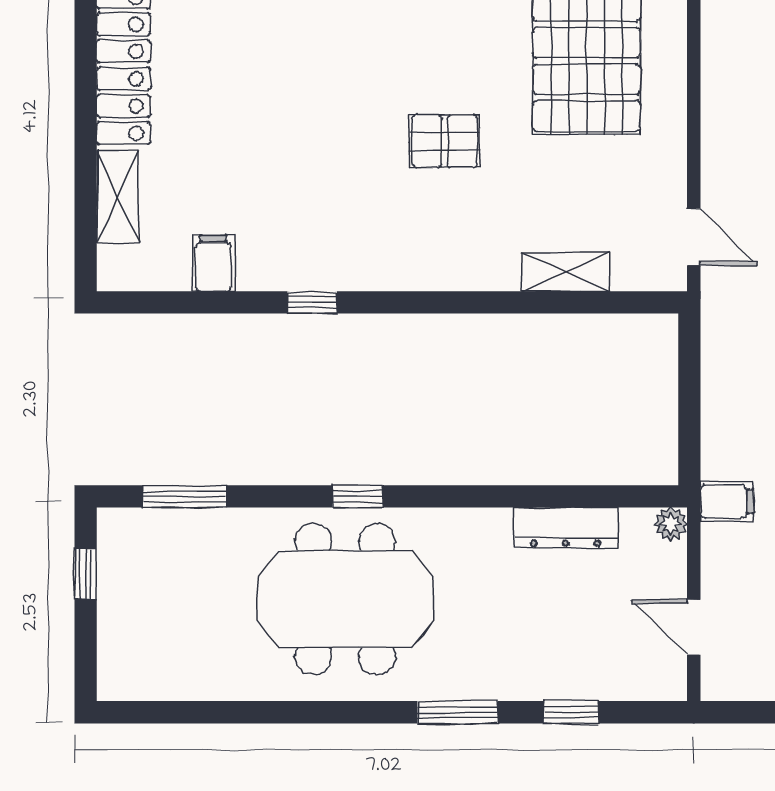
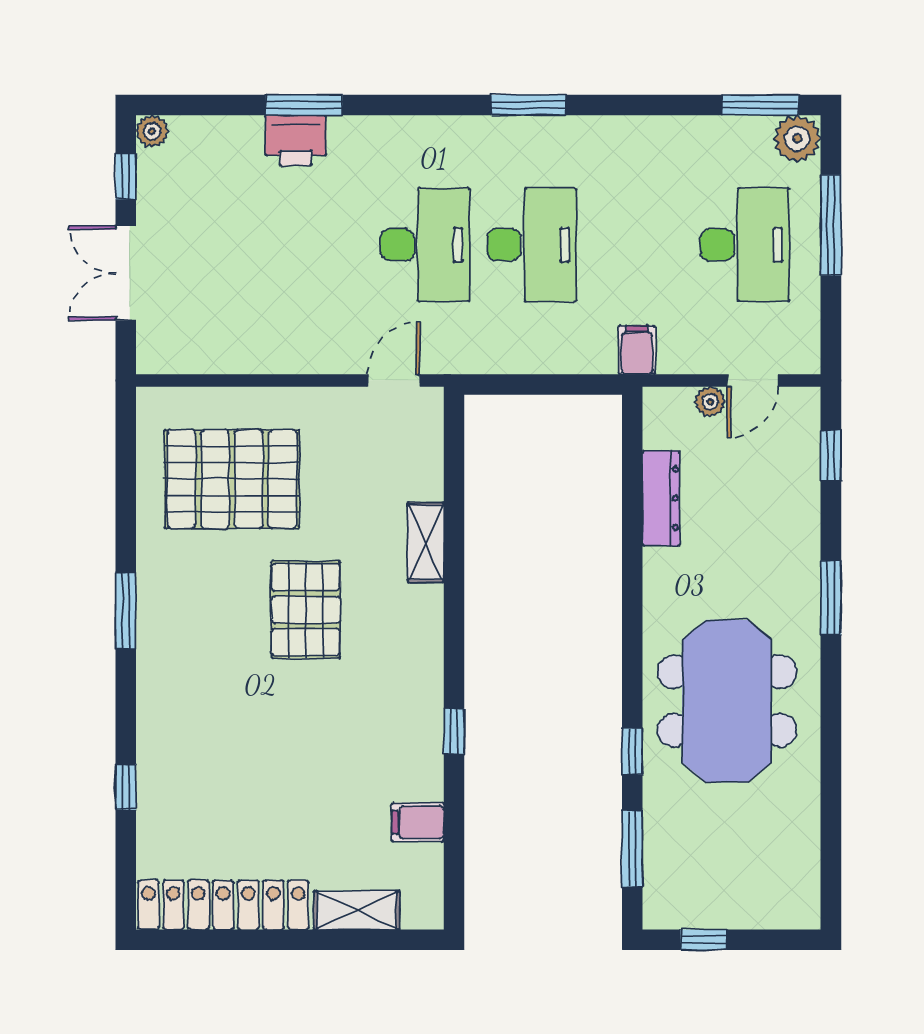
pallet: (445, 141) -> (306, 610), width x1.50, depth x1.42
shelving: (565, 272) -> (426, 542), moved
window: (358, 496) -> (632, 751), moved
plant: (671, 524) -> (710, 402), moved
window: (571, 712) -> (831, 455), moved

